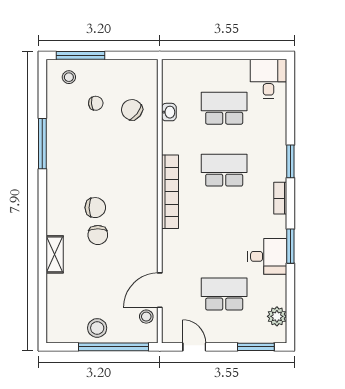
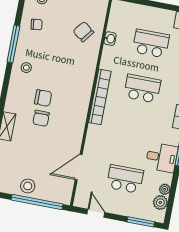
chair: (96, 103) -> (37, 25), moved
plant: (279, 298) -> (165, 189), added
stool: (146, 317) -> (26, 68), moved

